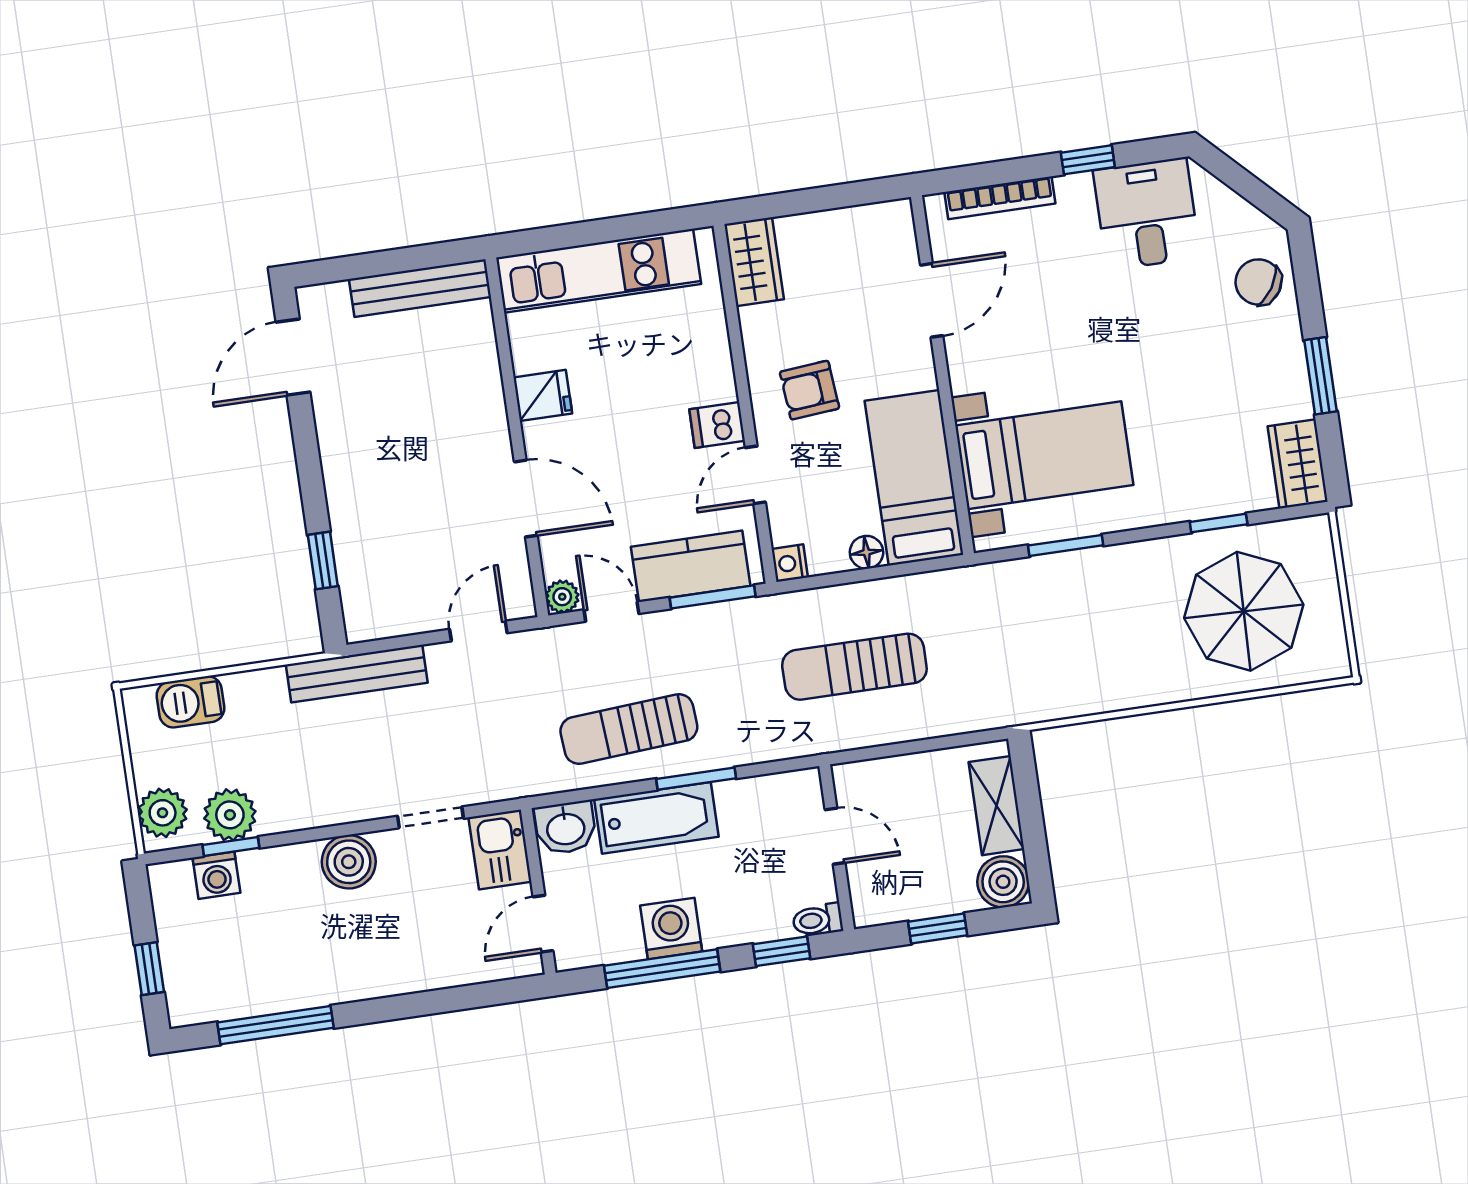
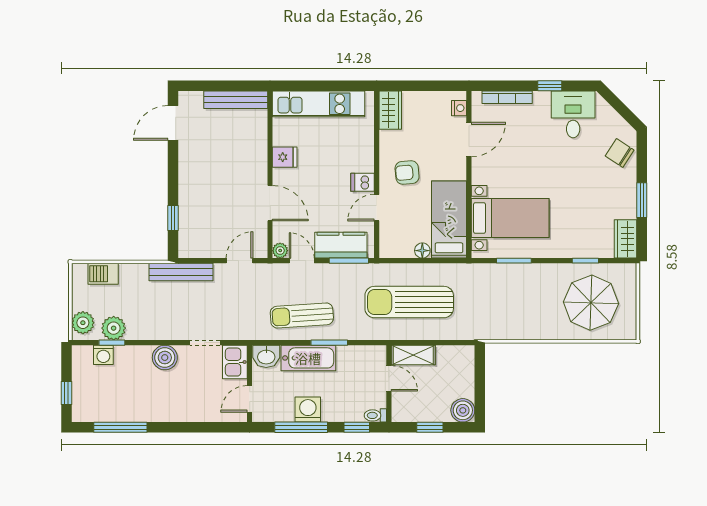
nightstand: (790, 563) -> (459, 108), moved, turned 180
sun lounger: (854, 667) -> (409, 302), width x1.36, depth x1.34
shelving: (996, 806) -> (413, 355), moved, turned 90

